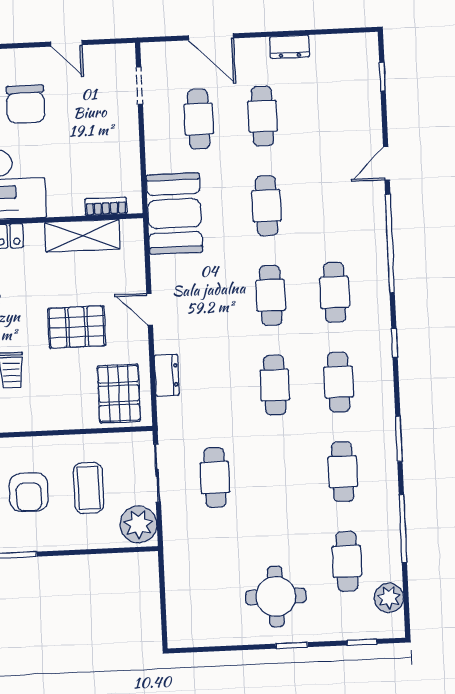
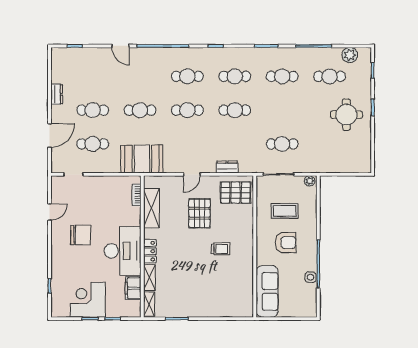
plant: (138, 524) -> (310, 181), width x0.53, depth x0.53

